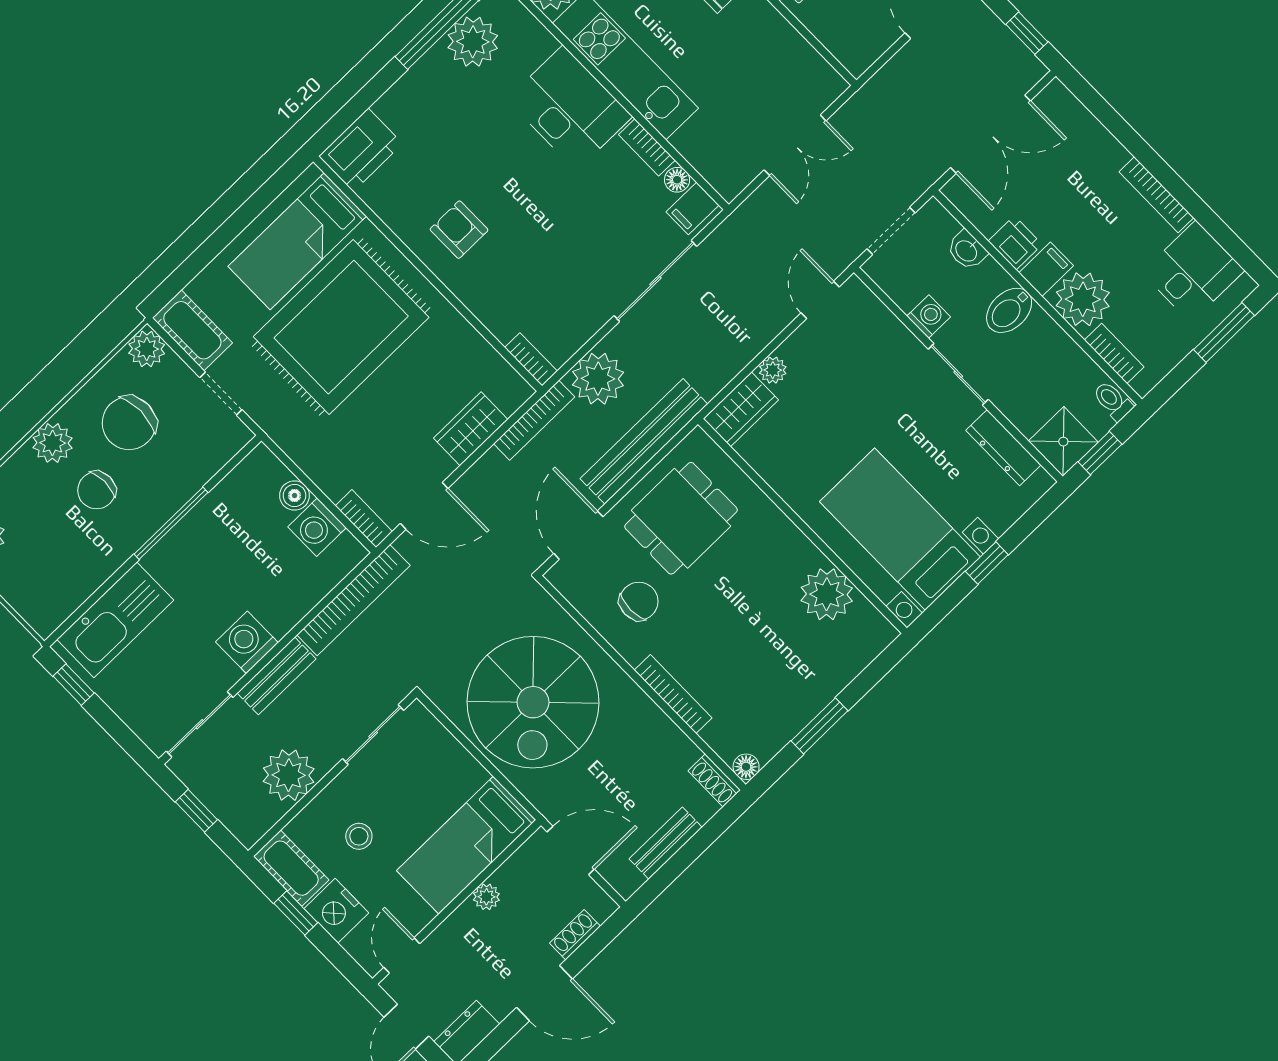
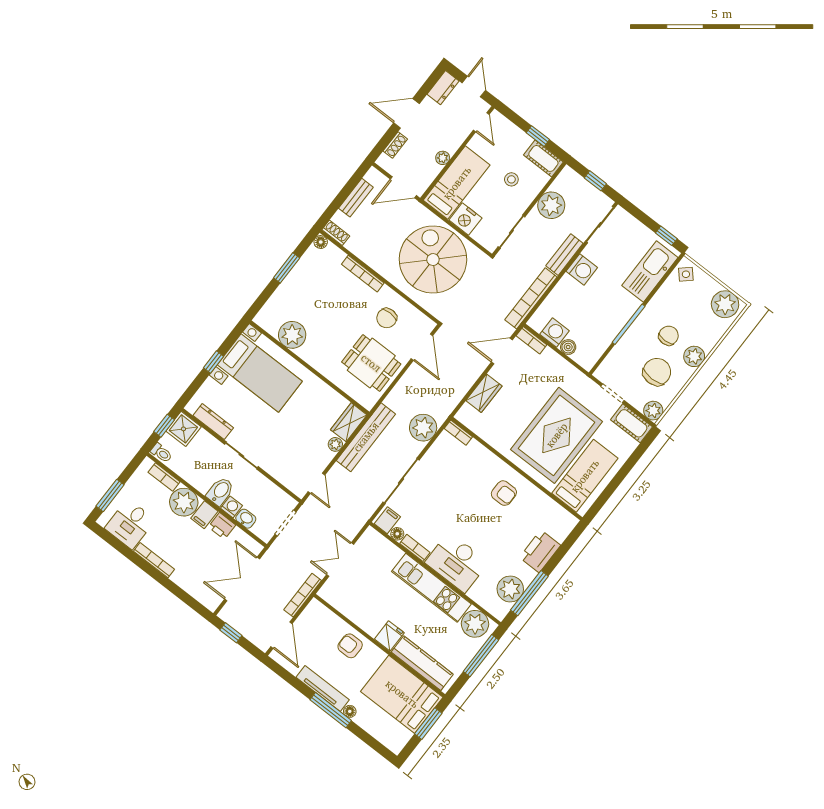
printer: (361, 150) -> (540, 551), moved
washing machine: (929, 317) -> (232, 507), moved, turned 180
bookcase: (534, 420) -> (303, 595), moved
bench: (644, 441) -> (366, 437), moved
dining table: (681, 518) -> (371, 363), turned 90
side table: (46, 605) -> (686, 274), added
nightstand: (336, 911) -> (465, 219), moved, turned 180

